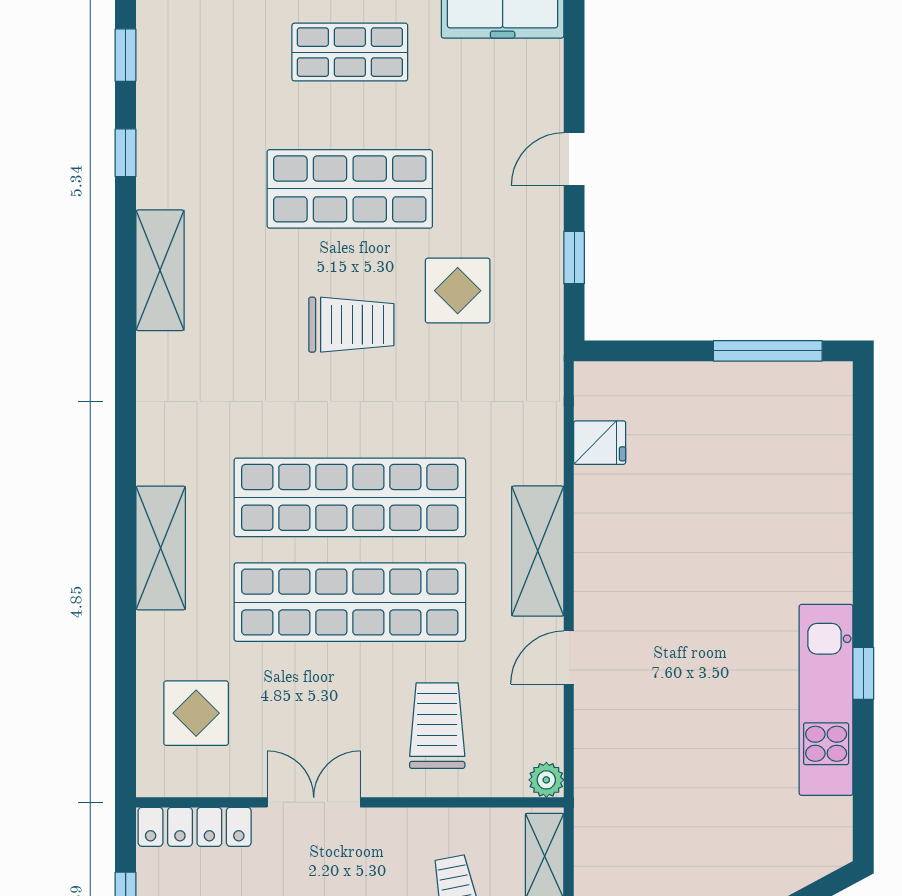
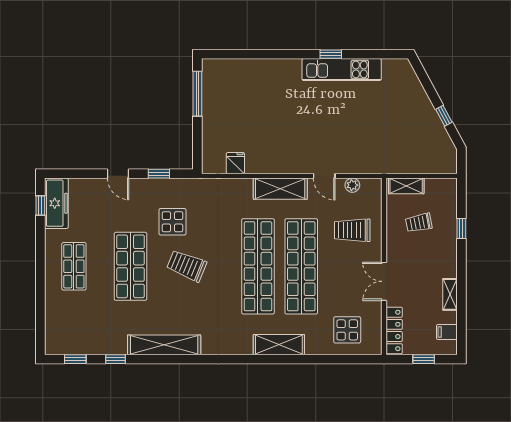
shelving: (160, 270) -> (164, 345), width x1.47
trolley: (351, 325) -> (187, 266), turned -68
plant: (546, 780) -> (352, 185), moved

